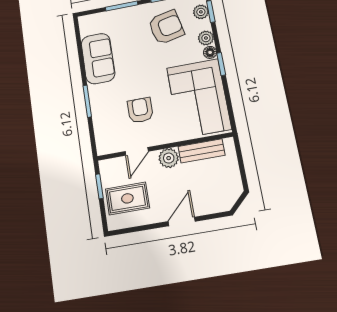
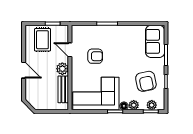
sofa: (98, 59) -> (155, 41), moved, turned 90

